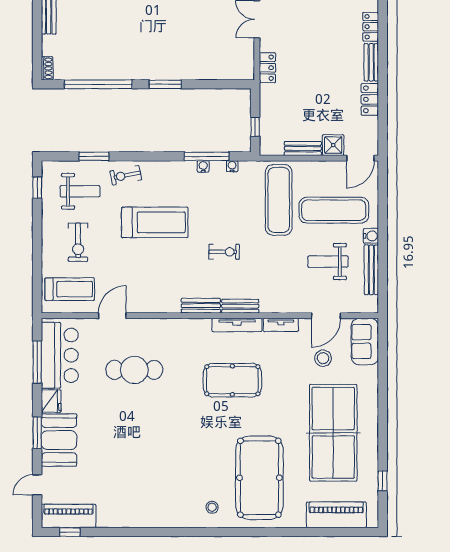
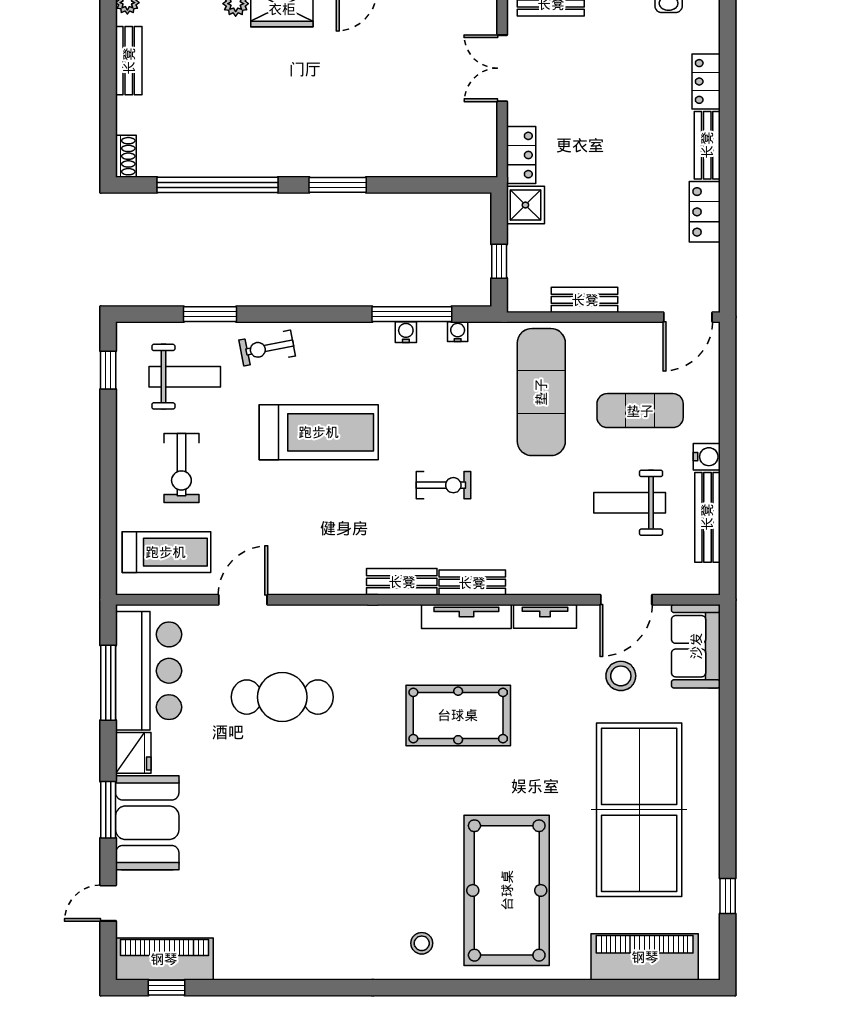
shower: (333, 145) -> (525, 205), moved
exercise mat: (334, 210) -> (640, 411), width x0.73, depth x0.69

